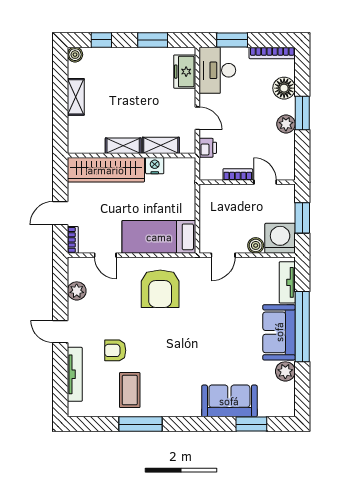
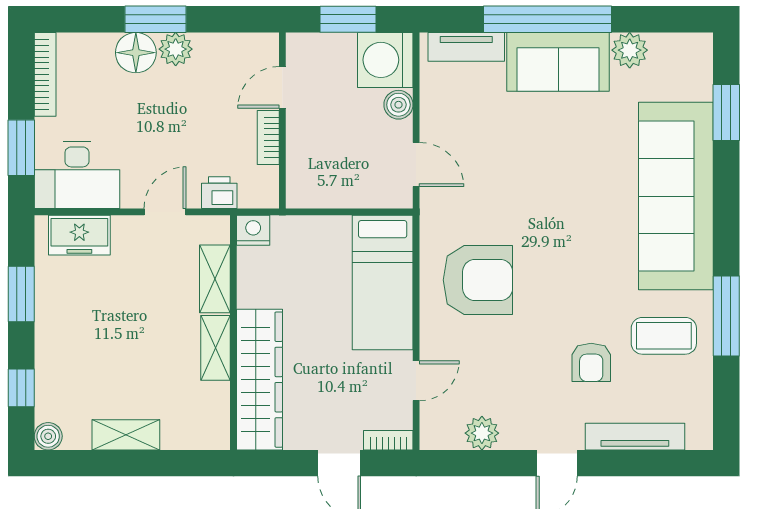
floor lamp: (284, 88) -> (136, 53), moved
nightstand: (155, 166) -> (253, 230), moved, turned 90
sofa: (229, 401) -> (676, 196), width x1.85, depth x1.27

